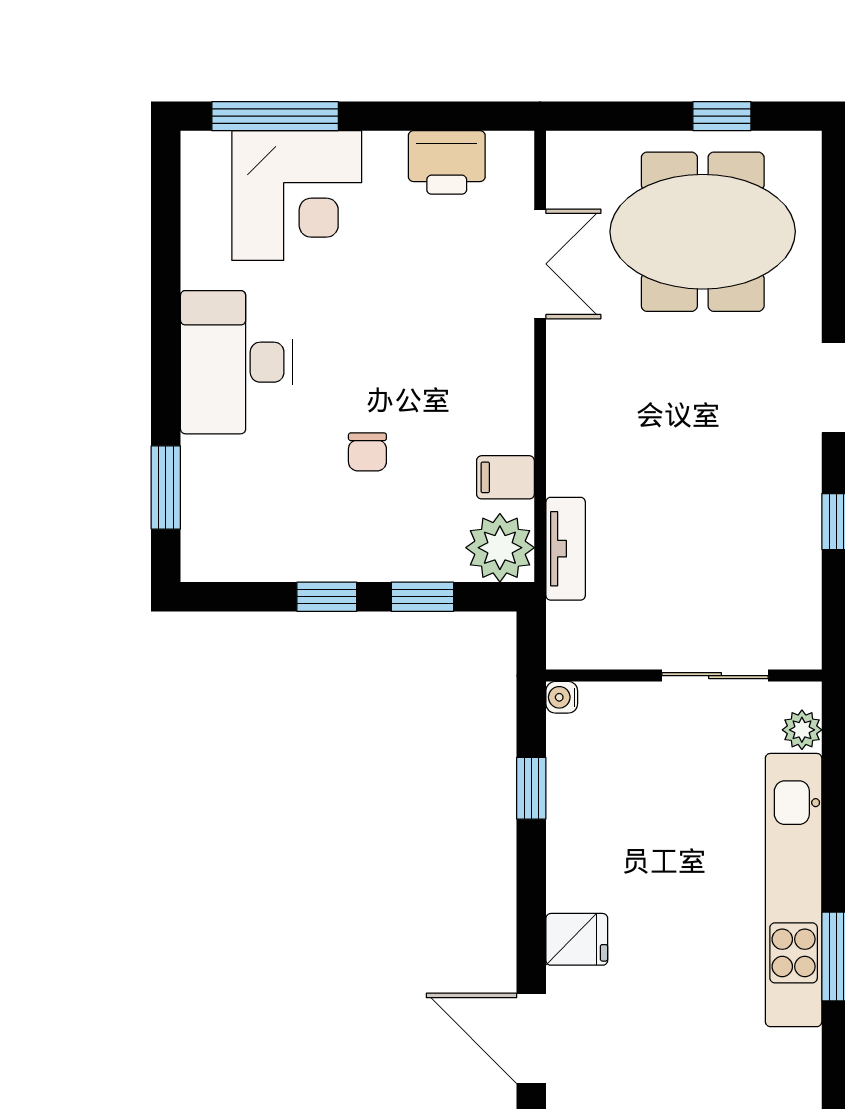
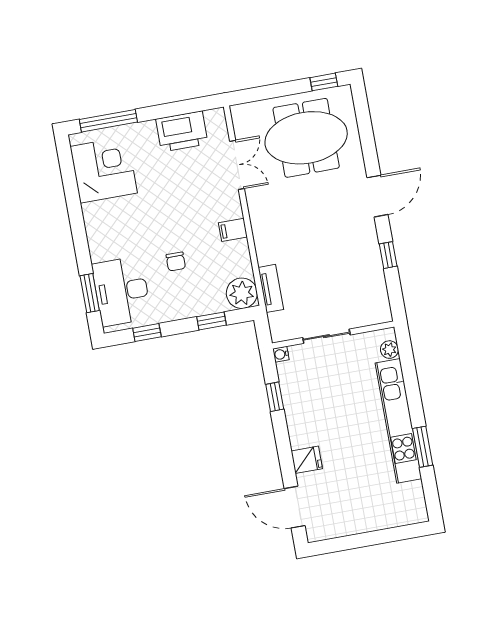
window: (722, 116) -> (324, 82), moved
printer: (447, 162) -> (182, 131), width x1.37, depth x1.19
corner desk: (297, 196) -> (104, 170), moved, turned -90
desk: (237, 362) -> (122, 291), moved
filing cabinet: (505, 477) -> (233, 230), moved
window: (327, 597) -> (147, 333), moved
sliding door: (715, 676) -> (326, 336), moved

